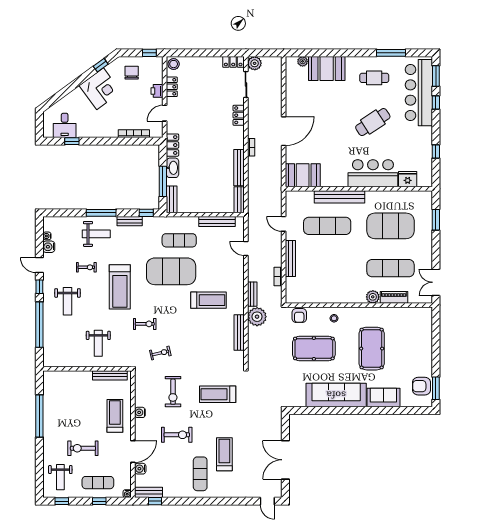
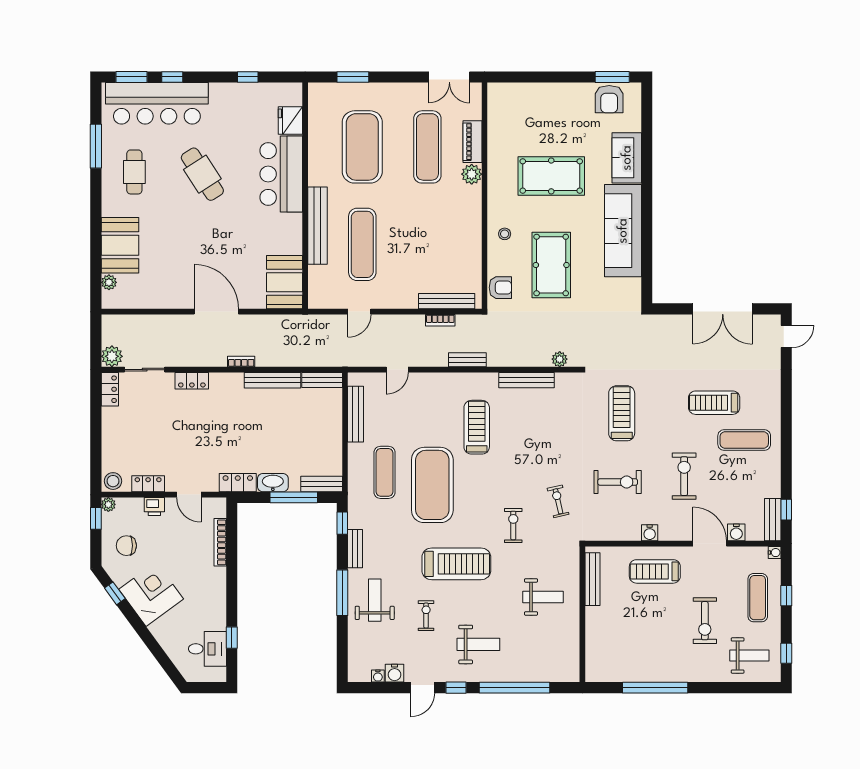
plant: (158, 61) -> (108, 504), added
bench: (290, 258) -> (447, 301), moved
plant: (257, 317) -> (560, 359), moved, width x0.53, depth x0.53
treadmill: (218, 394) -> (622, 413), turned 180

